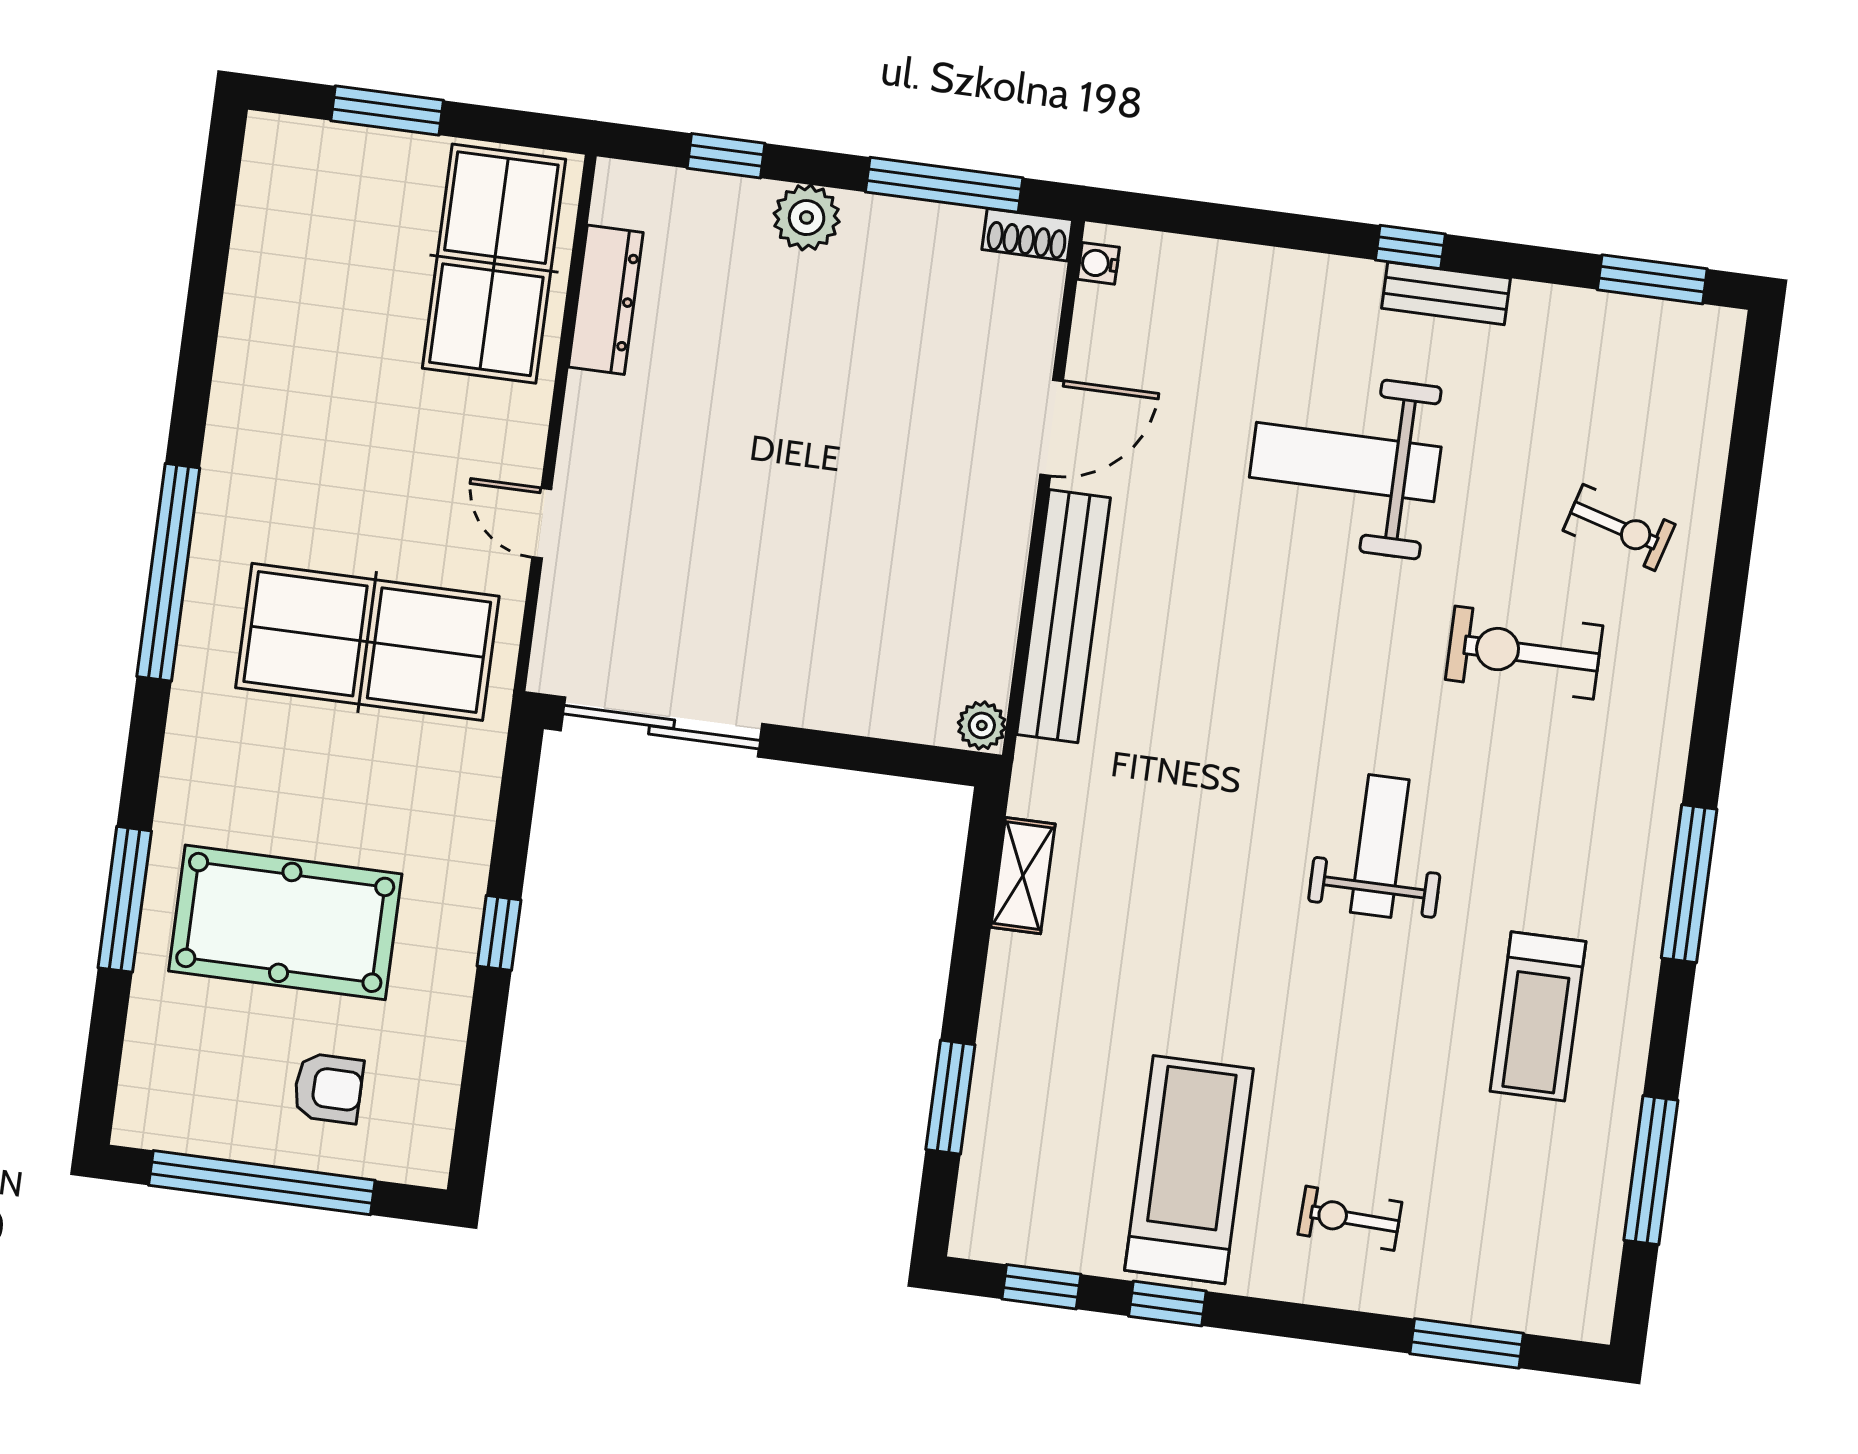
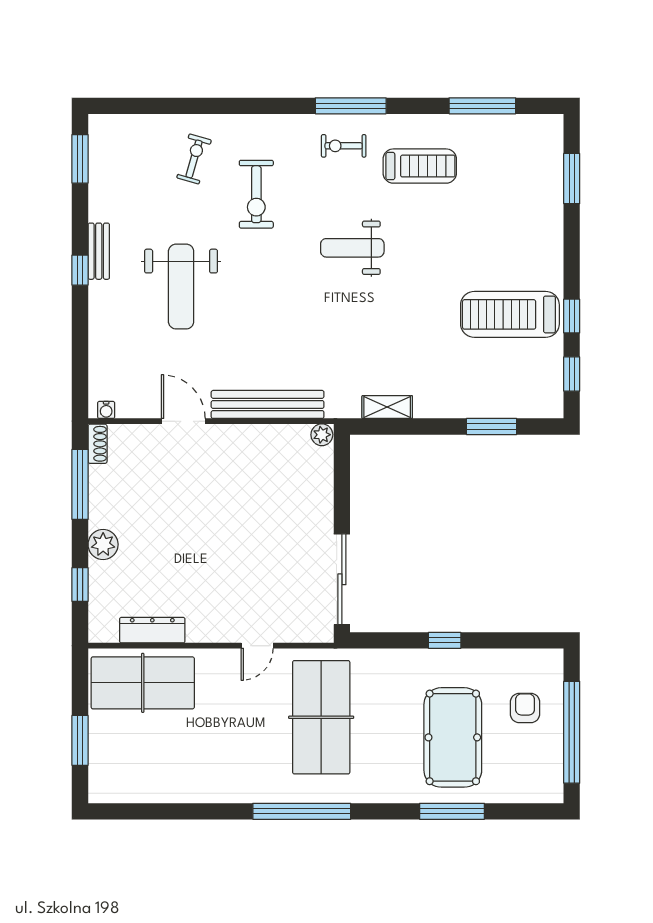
exercise bike: (1350, 1218) -> (344, 146), moved, turned 88

